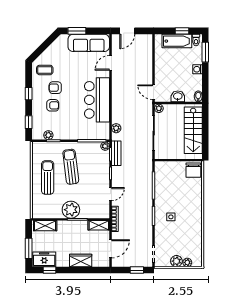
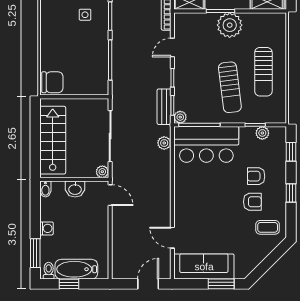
door: (110, 63) -> (172, 238), swing flipped
bar counter: (97, 100) -> (206, 144), moved, turned 90
chair: (193, 170) -> (52, 82), turned 90

